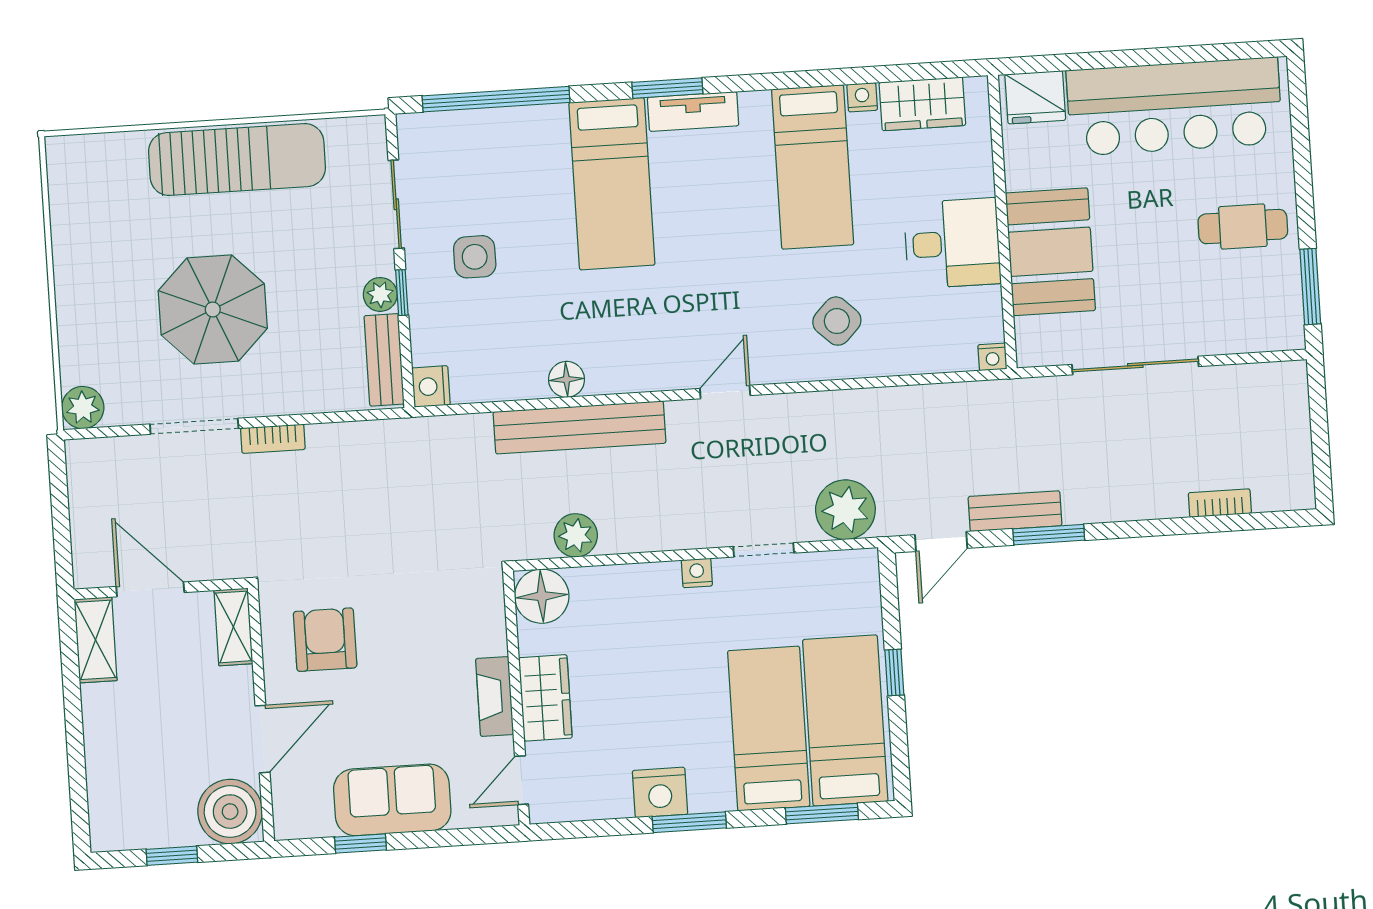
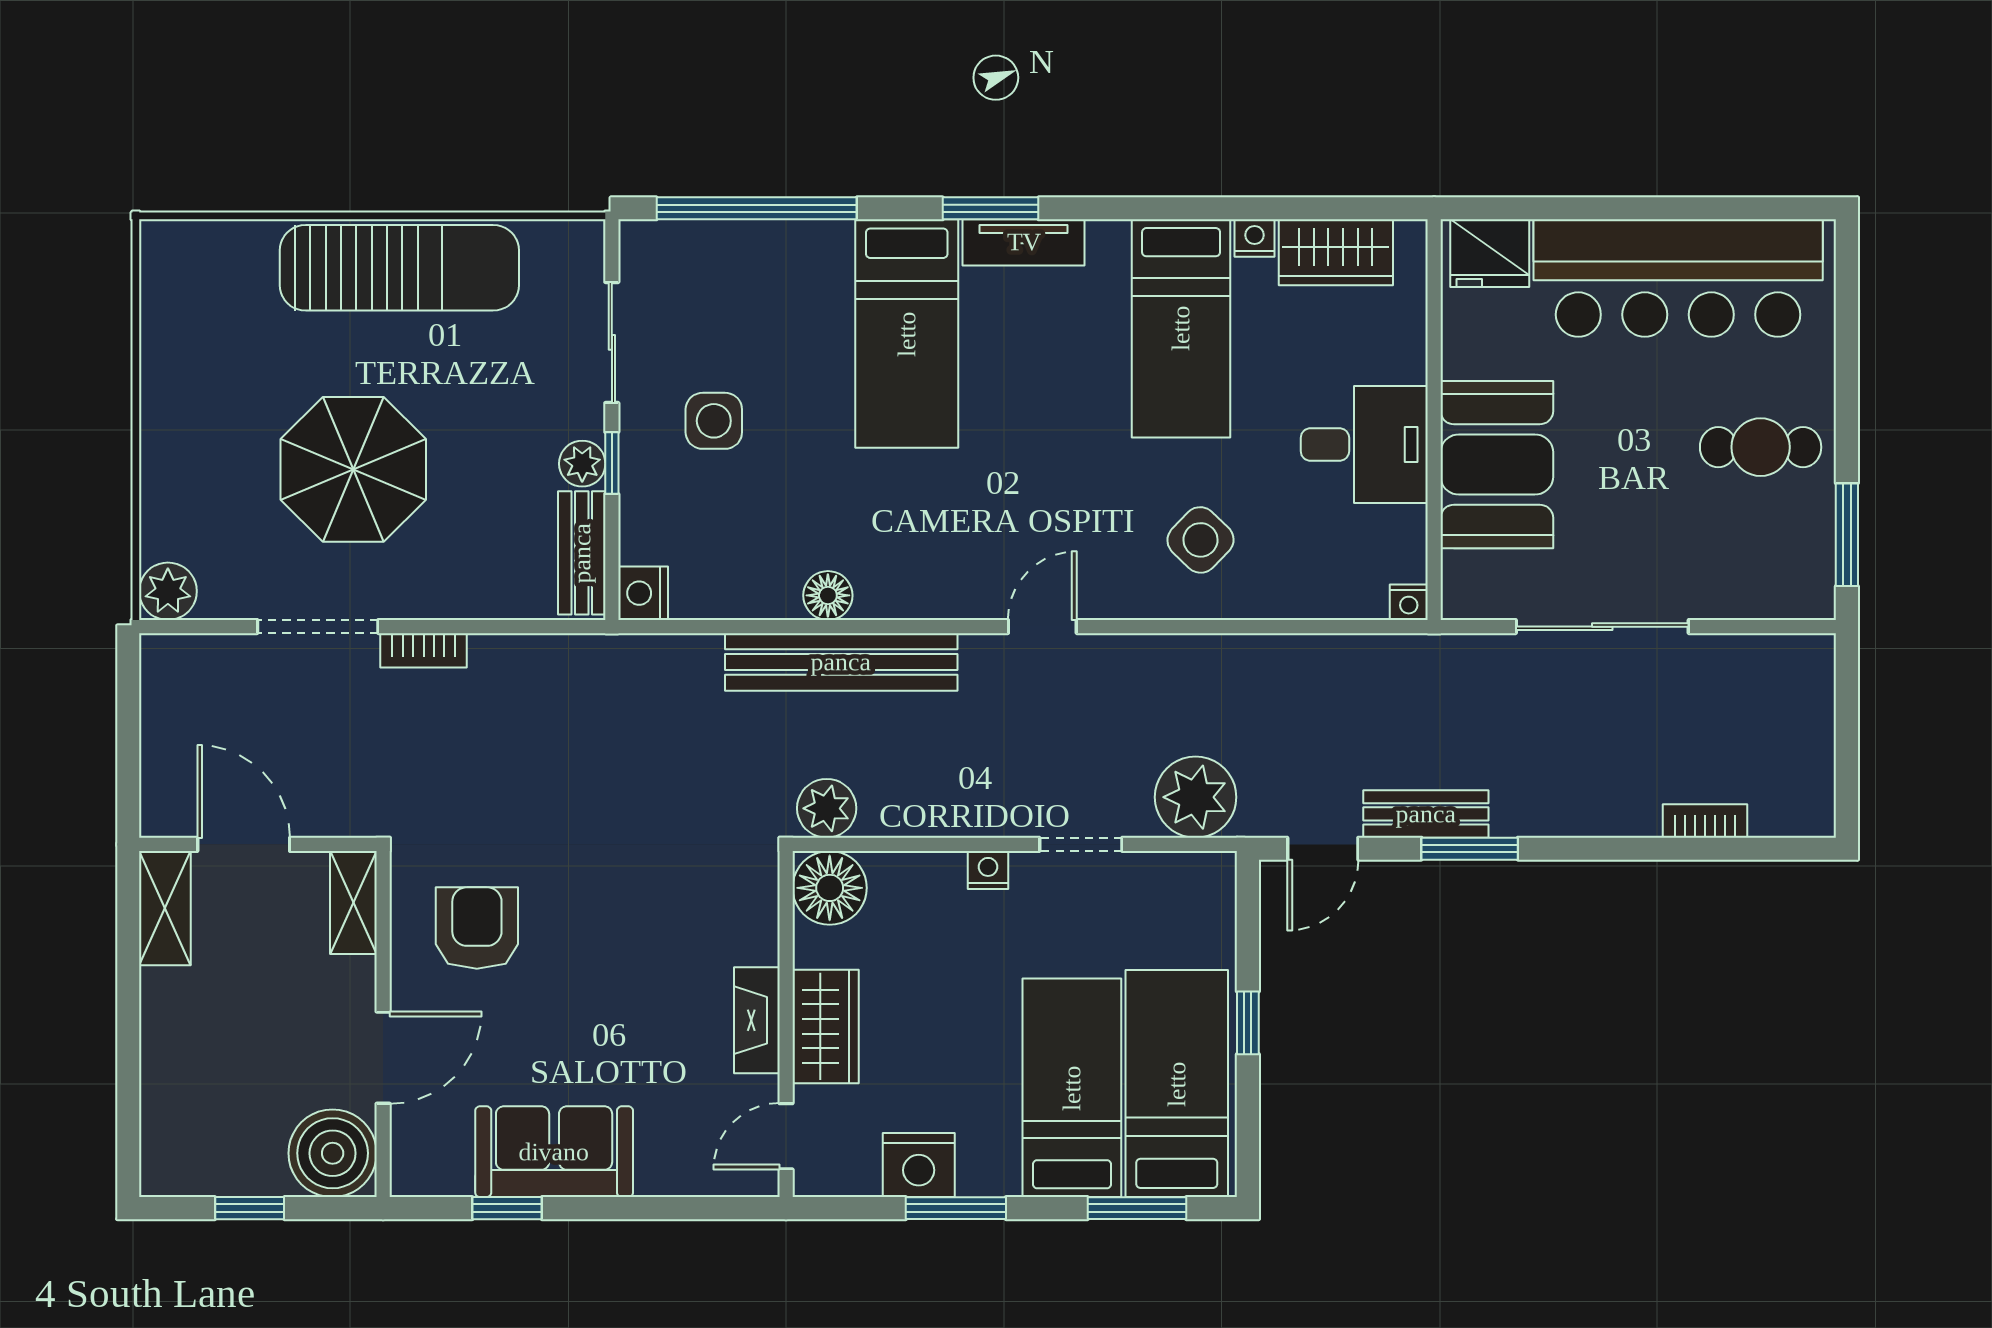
floor lamp: (542, 596) -> (830, 888), moved
fireplace: (495, 697) -> (757, 1020), moved
wall: (516, 698) -> (786, 1024), moved
wardrobe: (545, 698) -> (826, 1026), moved
door: (522, 780) -> (786, 1136), moved

